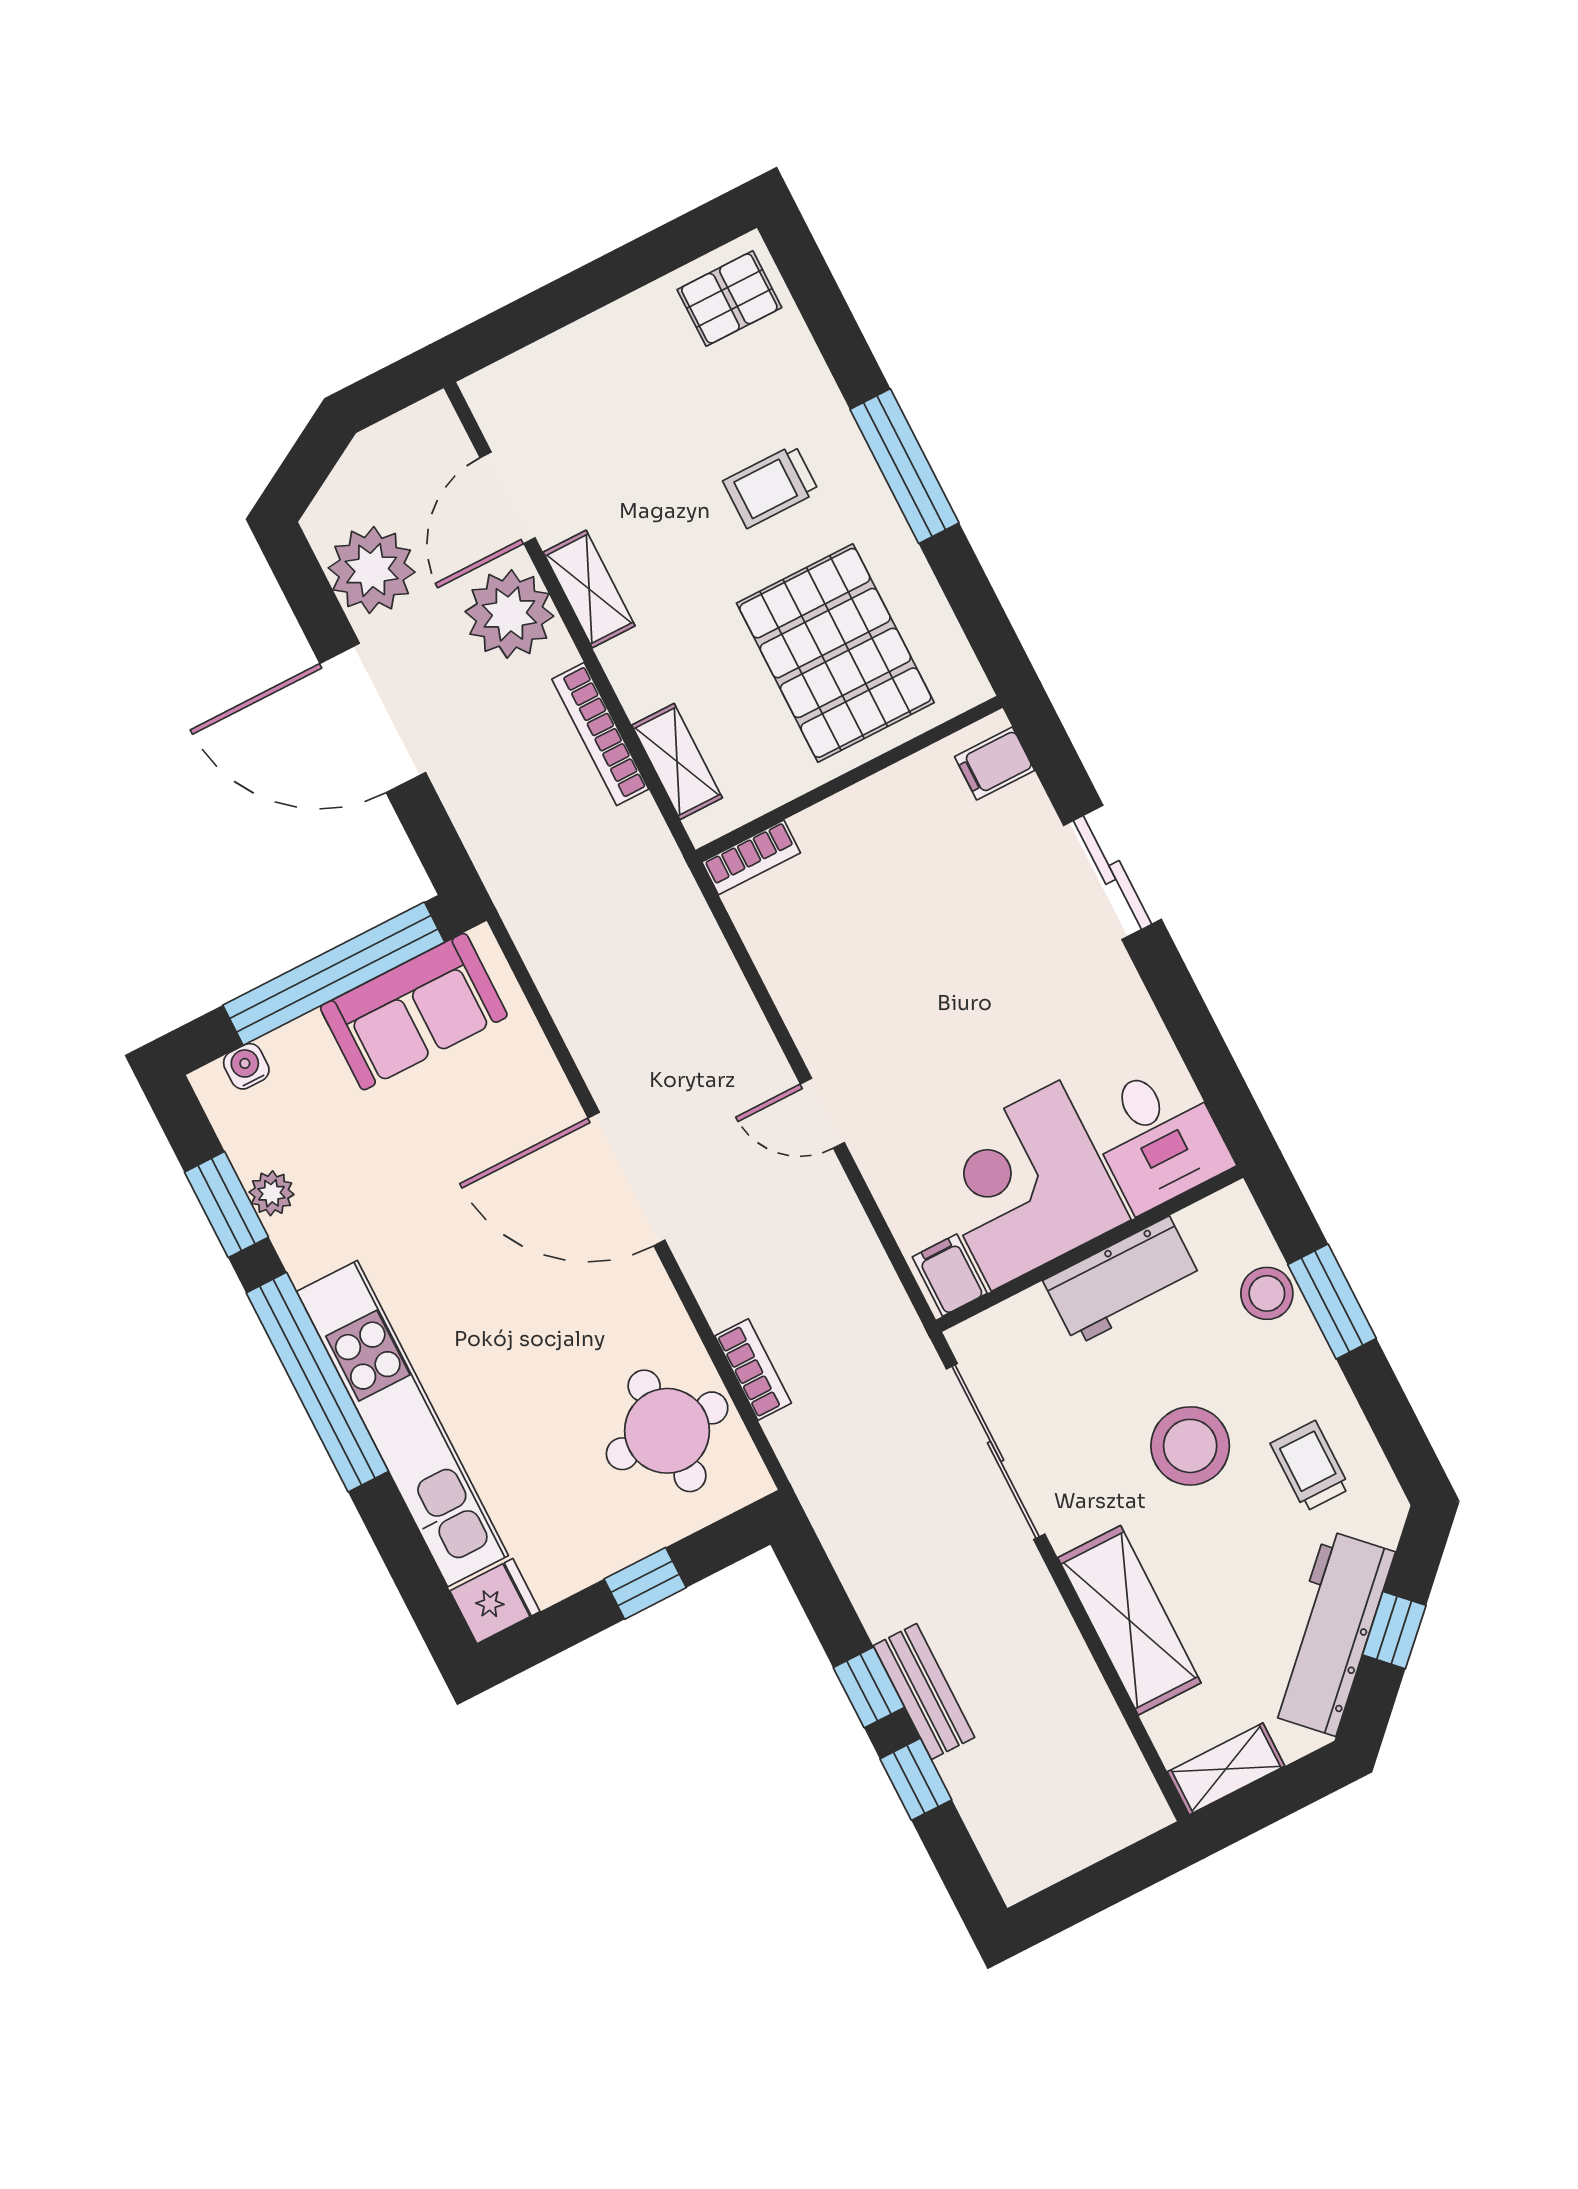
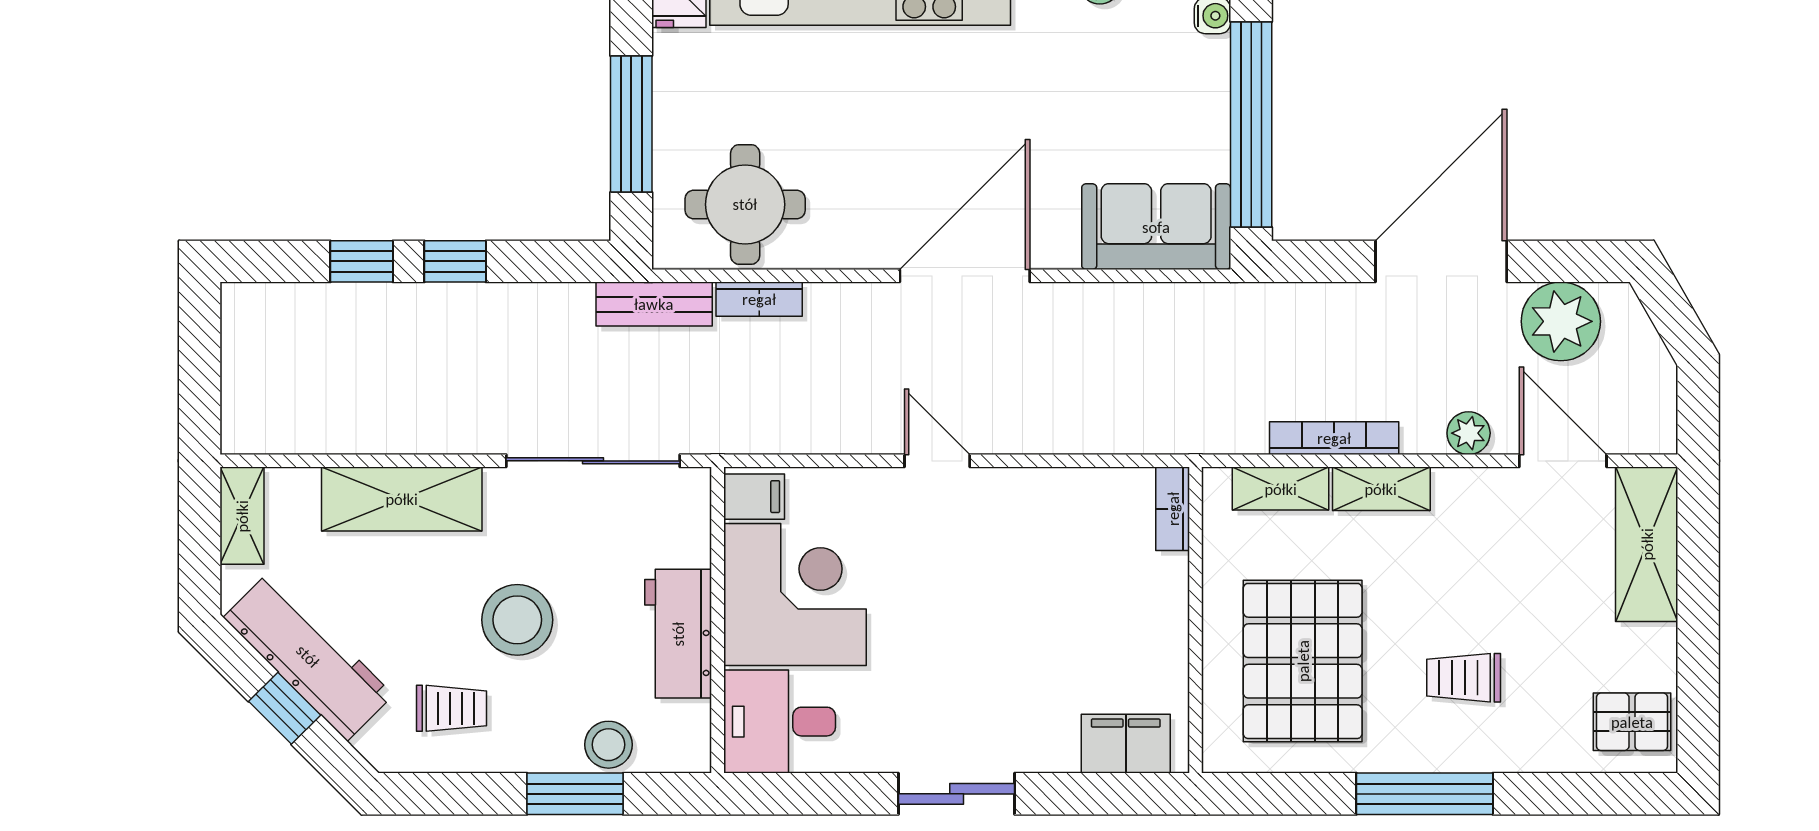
pallet: (729, 299) -> (1632, 722), turned 90
shelving: (548, 373) -> (1647, 544), added
trolley: (771, 486) -> (1464, 678), turned -90
shelving: (589, 589) -> (1381, 489), moved
plant: (509, 614) -> (1469, 433), width x0.53, depth x0.53
pallet: (835, 653) -> (1303, 661), turned 90
filing cabinet: (995, 763) -> (1126, 744), width x2.00
sliding door: (1112, 872) -> (957, 794), moved
sofa: (414, 1012) -> (1156, 227), moved, turned 90
door: (822, 1113) -> (937, 461), hinge flipped
window: (645, 1583) -> (631, 124), width x2.17
bench: (924, 1692) -> (654, 304), moved

